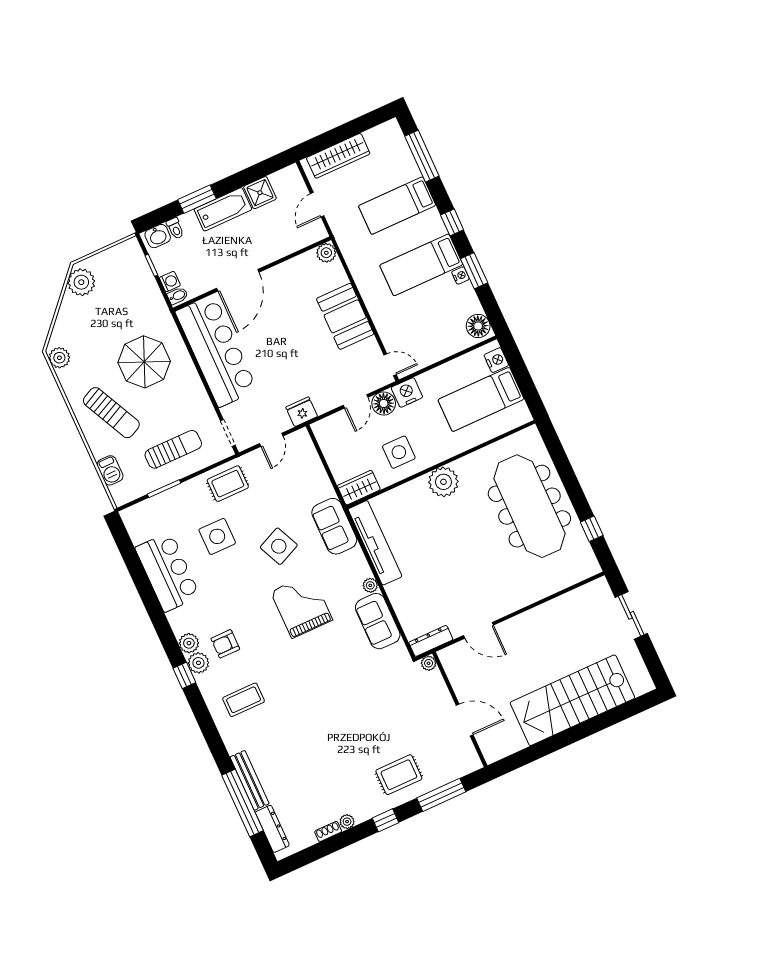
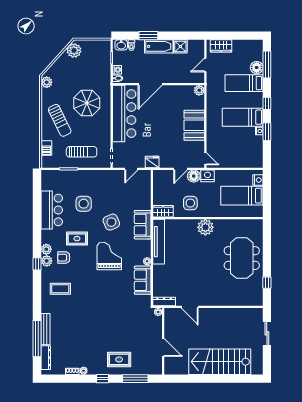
wardrobe: (338, 156) -> (221, 46), width x0.67
floor lamp: (478, 326) -> (257, 67), moved
rug: (228, 484) -> (77, 239), moved
meeting table: (529, 506) -> (242, 258), width x0.73

